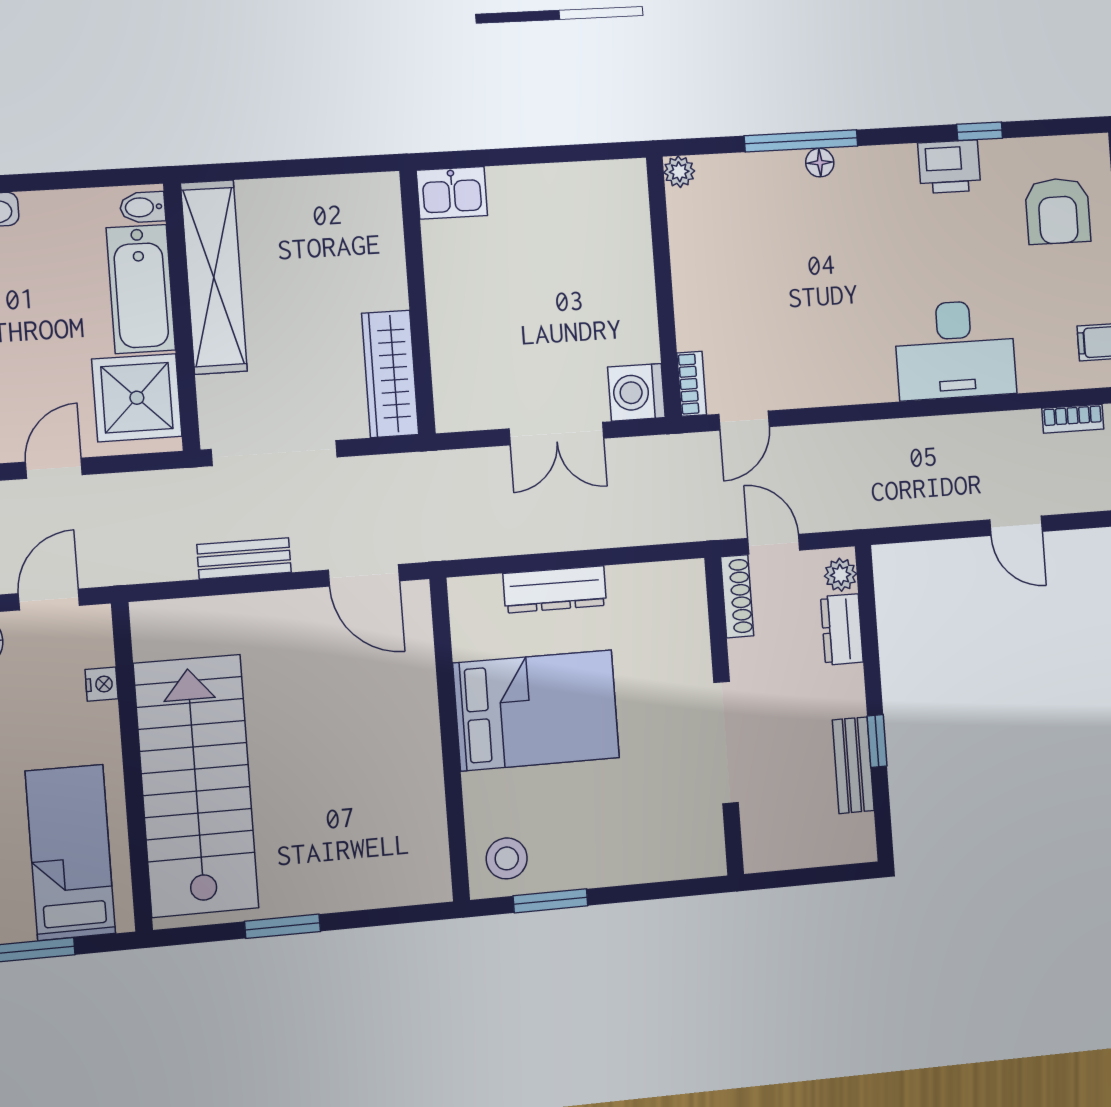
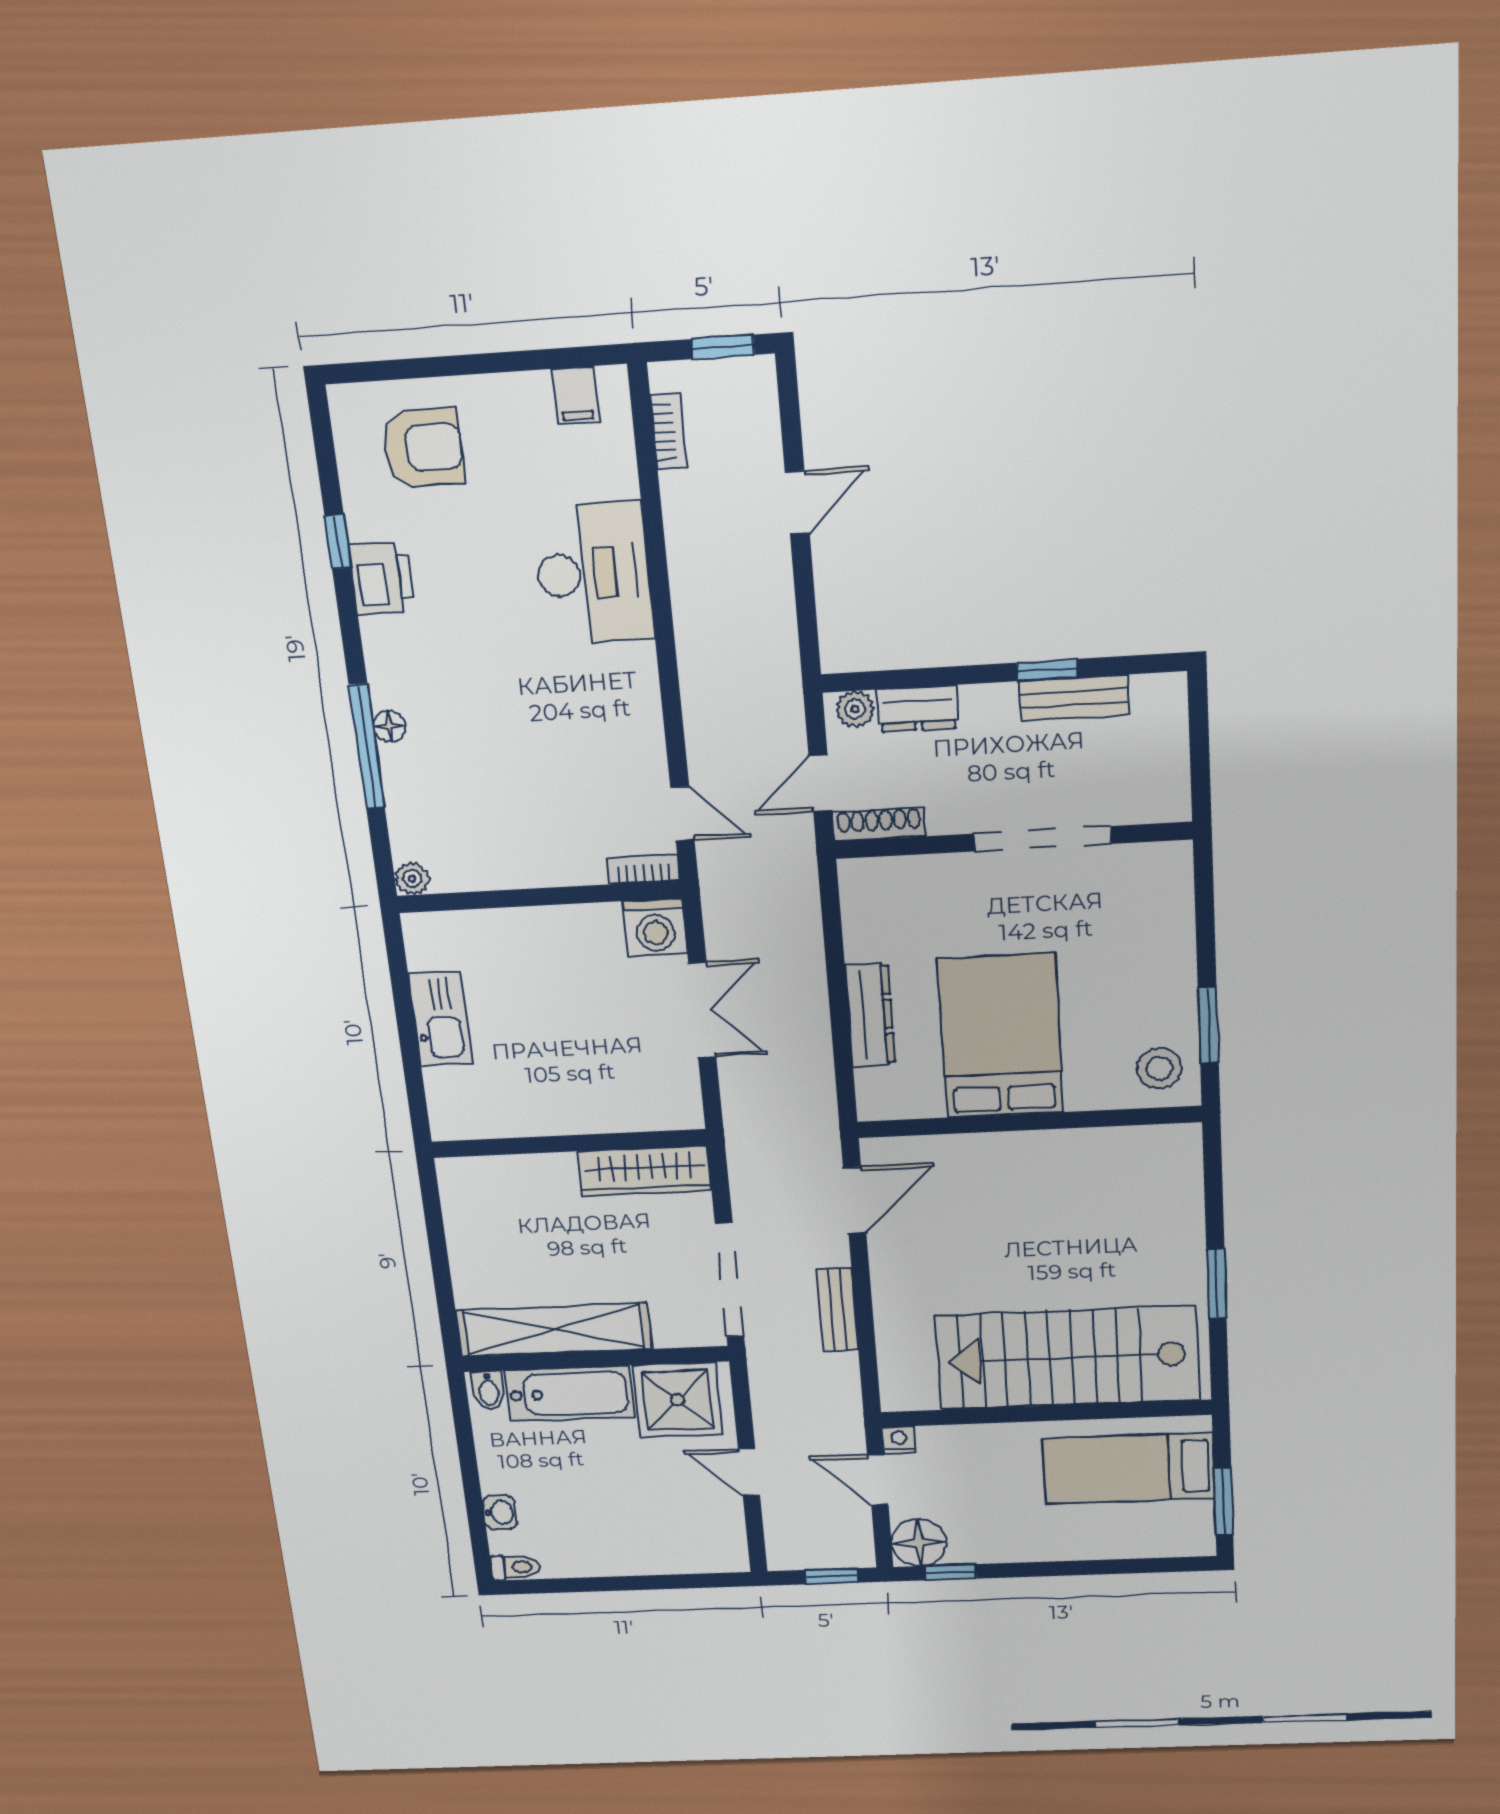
kitchen sink: (452, 193) -> (440, 1019), moved, width x1.38
nightstand: (102, 684) -> (899, 1440), moved

